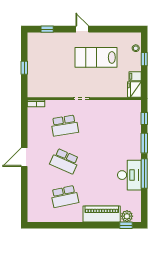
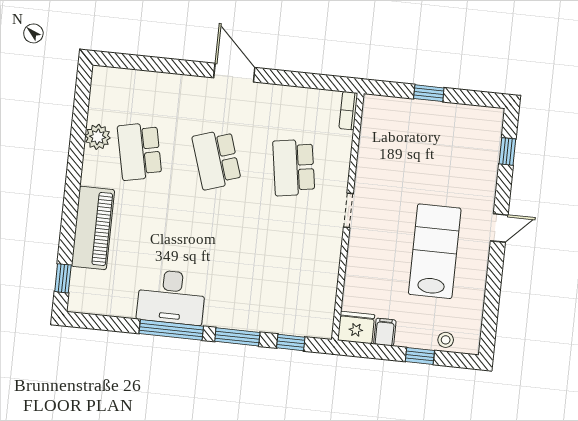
school desk: (65, 161) -> (217, 159), turned -42
plant: (127, 216) -> (98, 137), moved

